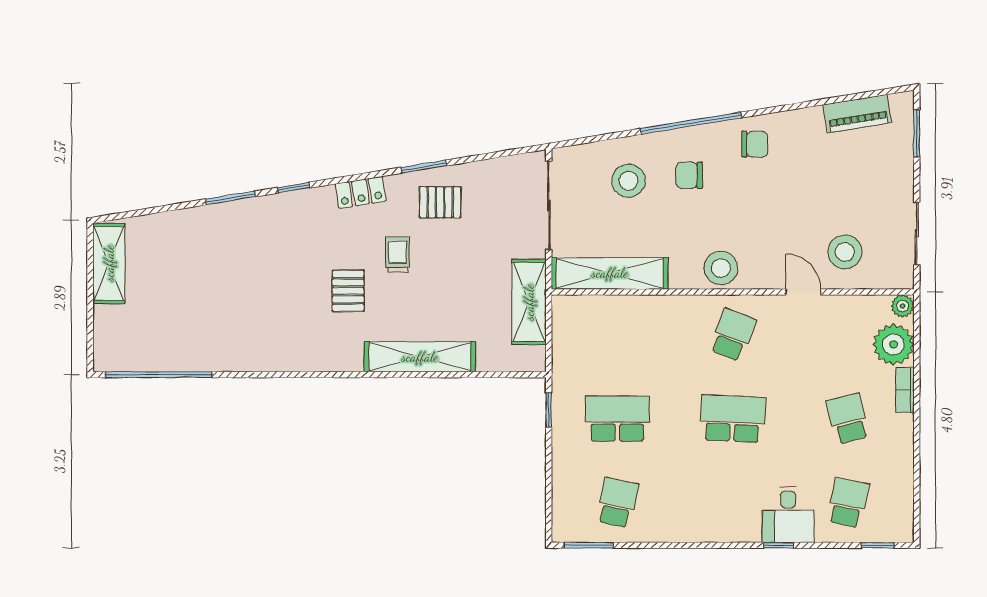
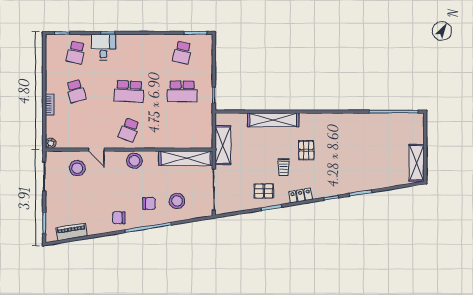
plant: (893, 344) -> (55, 125), removed

